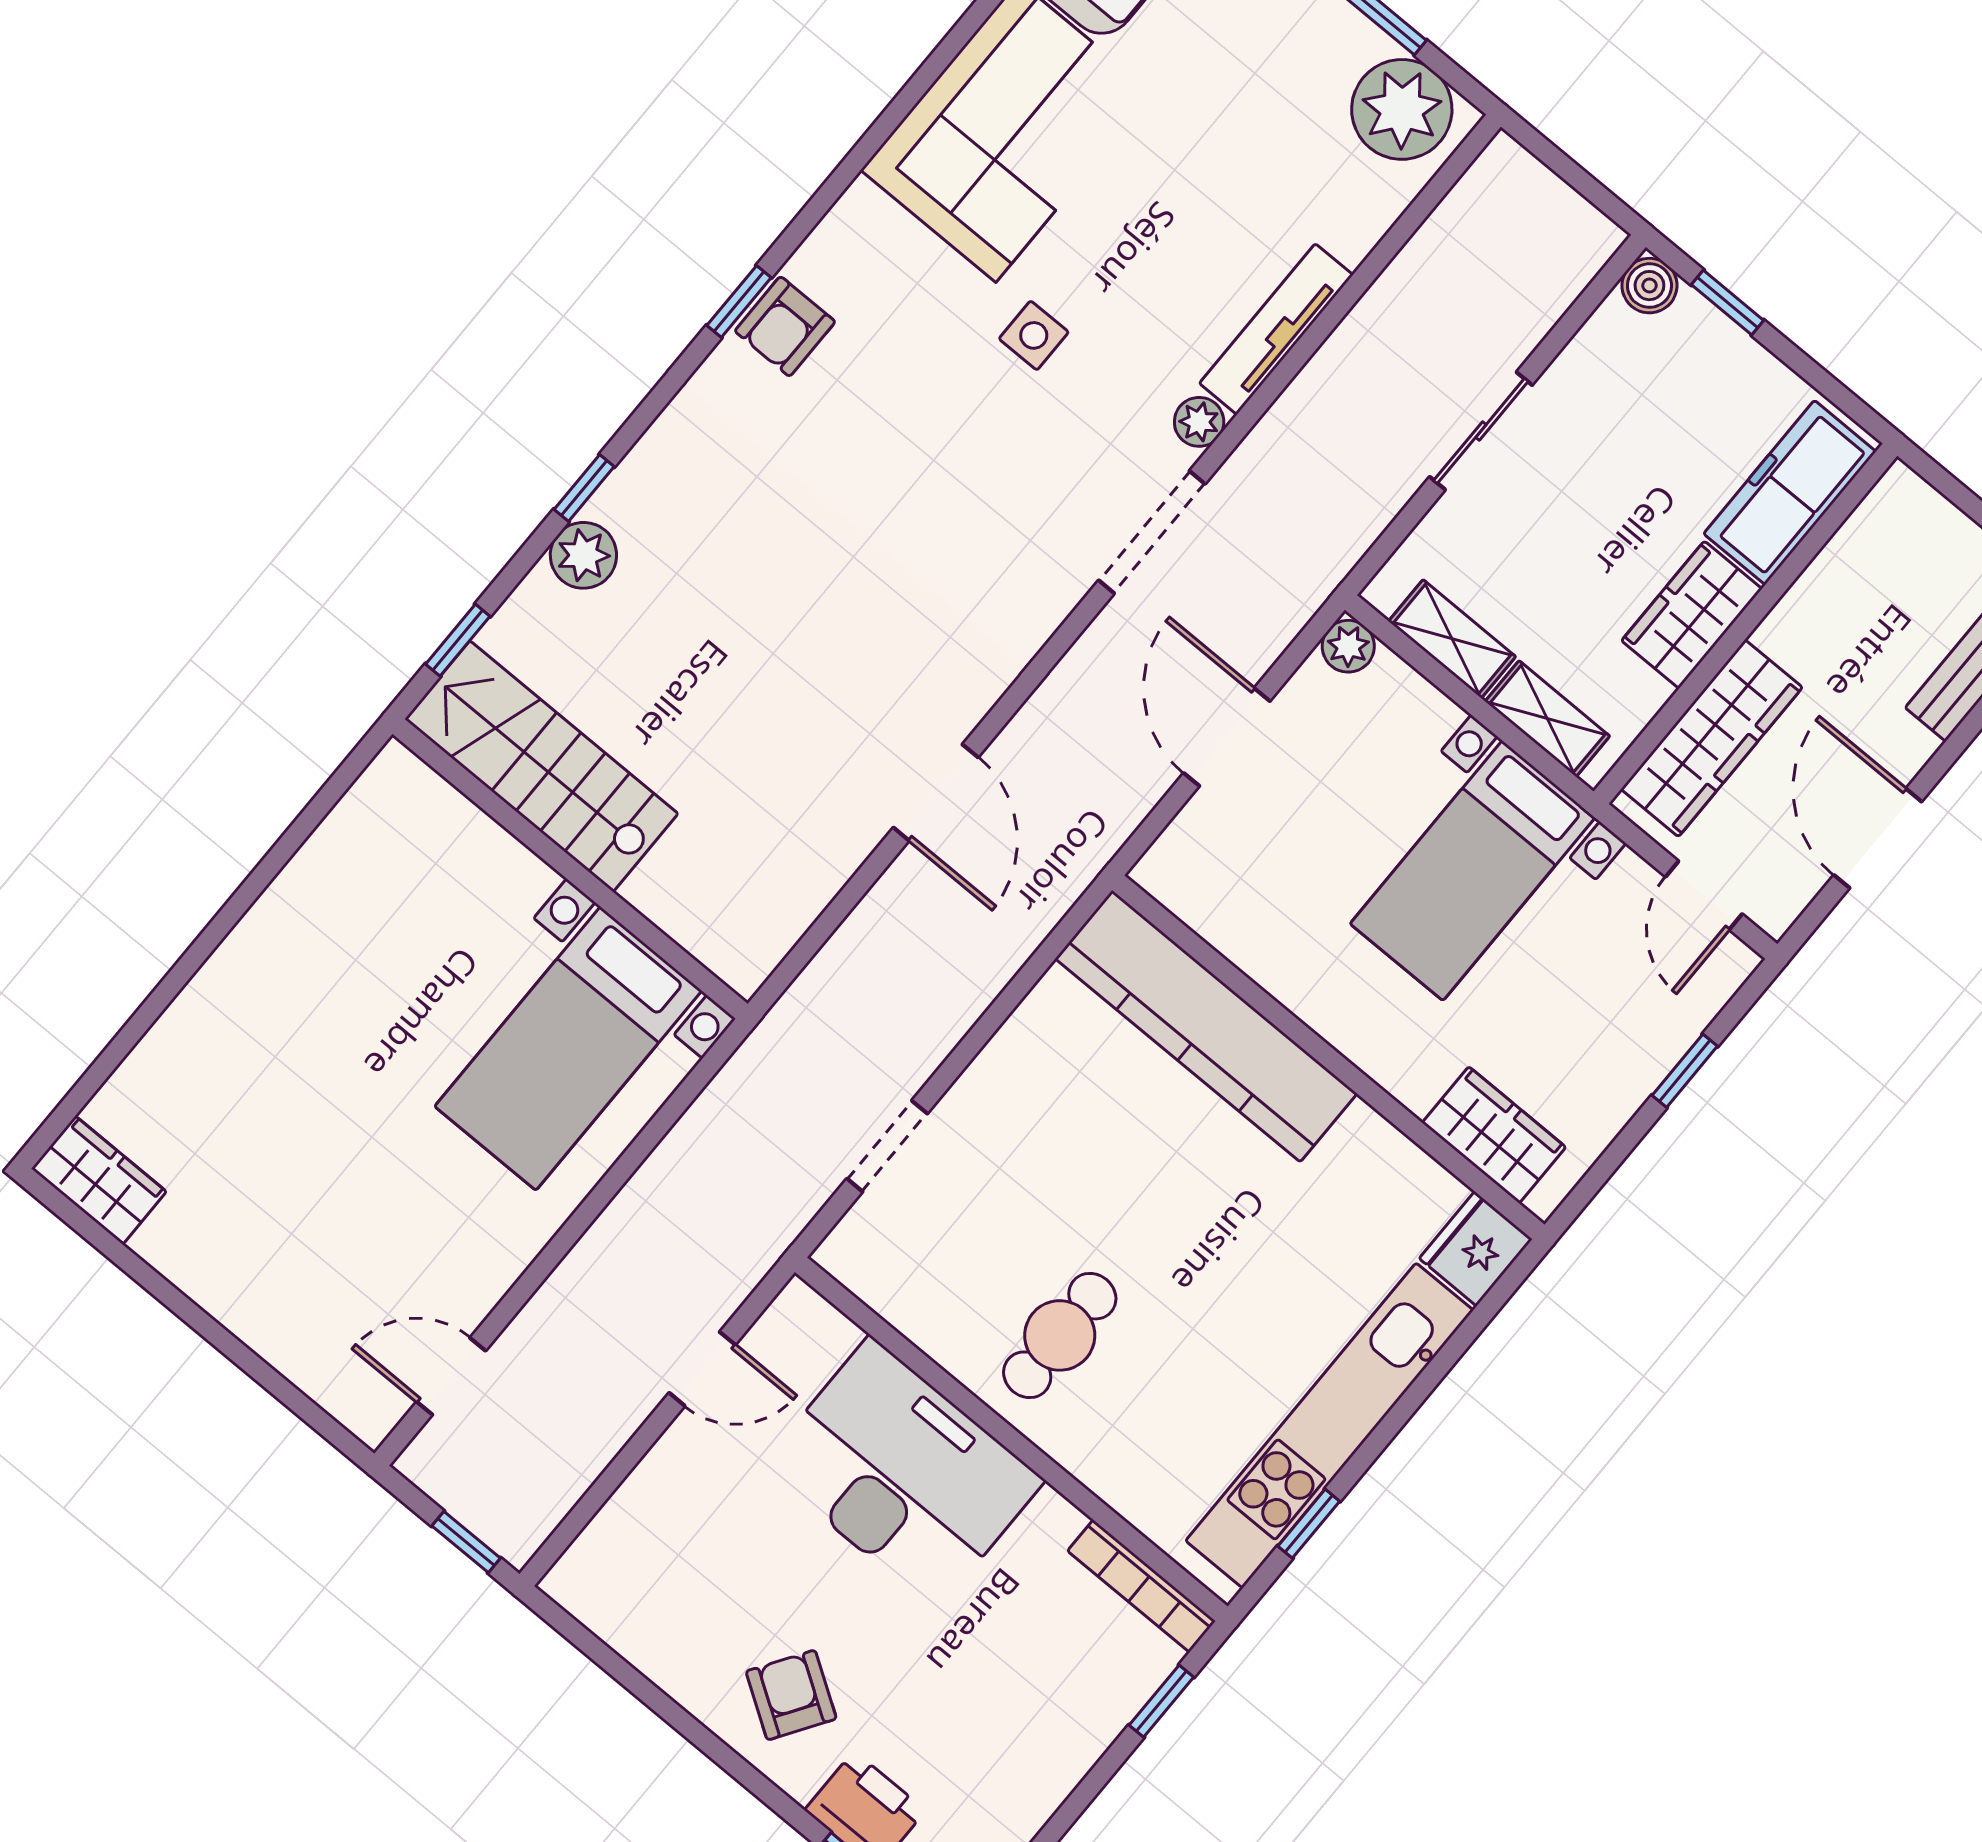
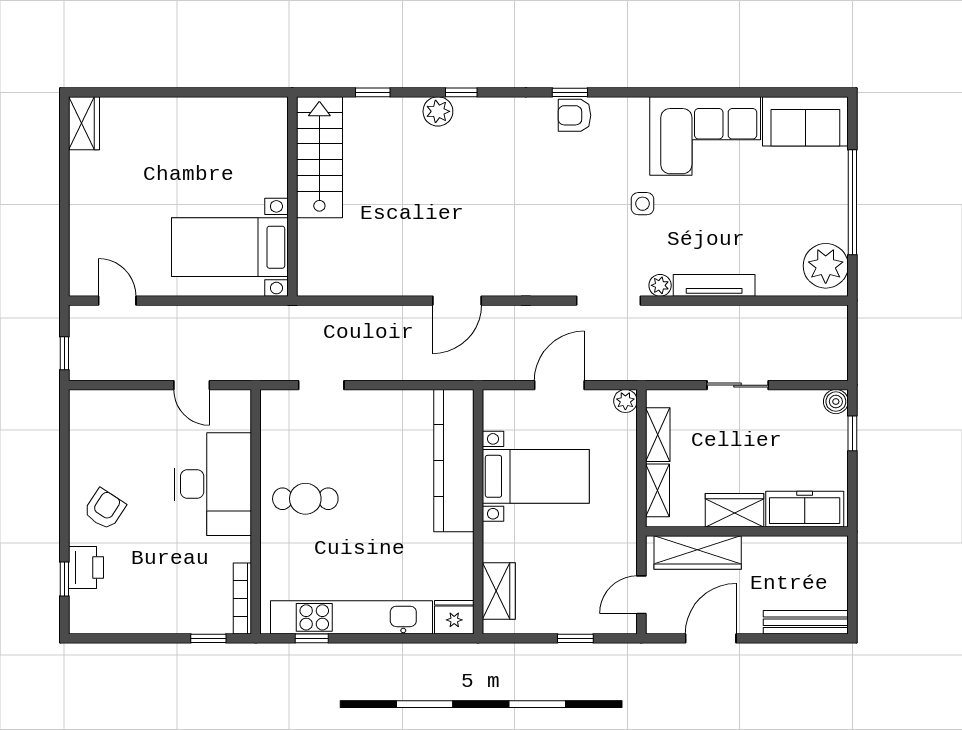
stairs: (541, 766) -> (319, 157), moved
wall: (570, 869) -> (292, 196), moved
bed with nightstands: (1473, 871) -> (536, 476), moved, turned 180
bed with nightstands: (568, 1048) -> (230, 247), moved

